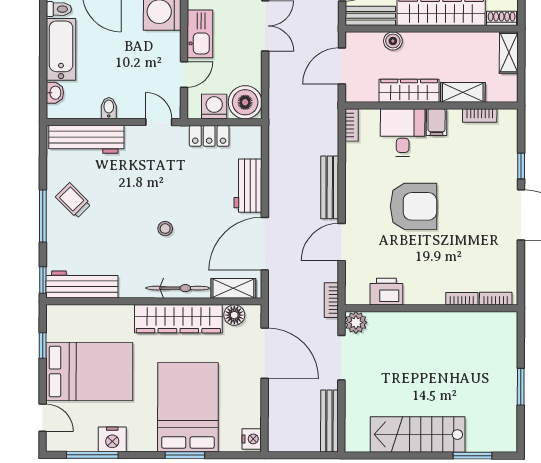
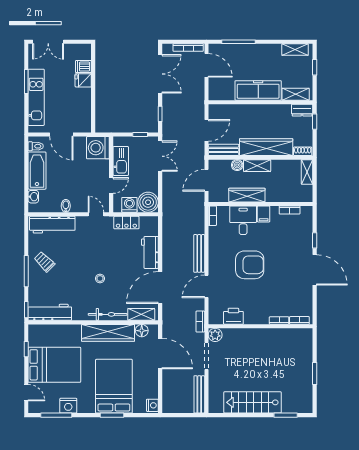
shelving: (463, 92) -> (257, 166), moved

